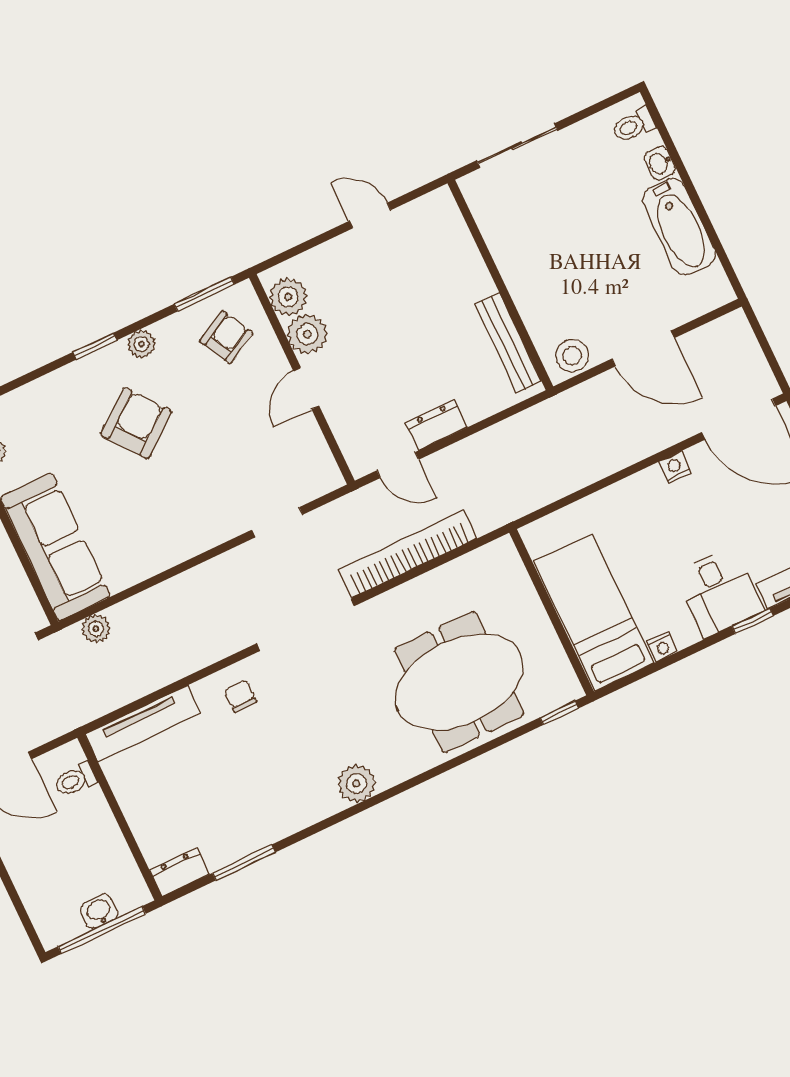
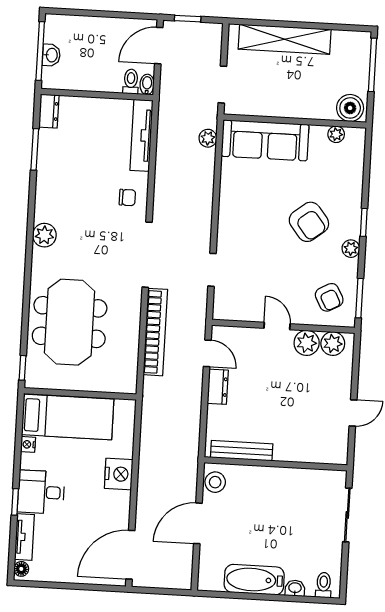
door: (398, 465) -> (207, 353), swing flipped
nightstand: (675, 467) -> (119, 474), moved, width x1.89, depth x1.79
bidet: (67, 755) -> (147, 84), added

